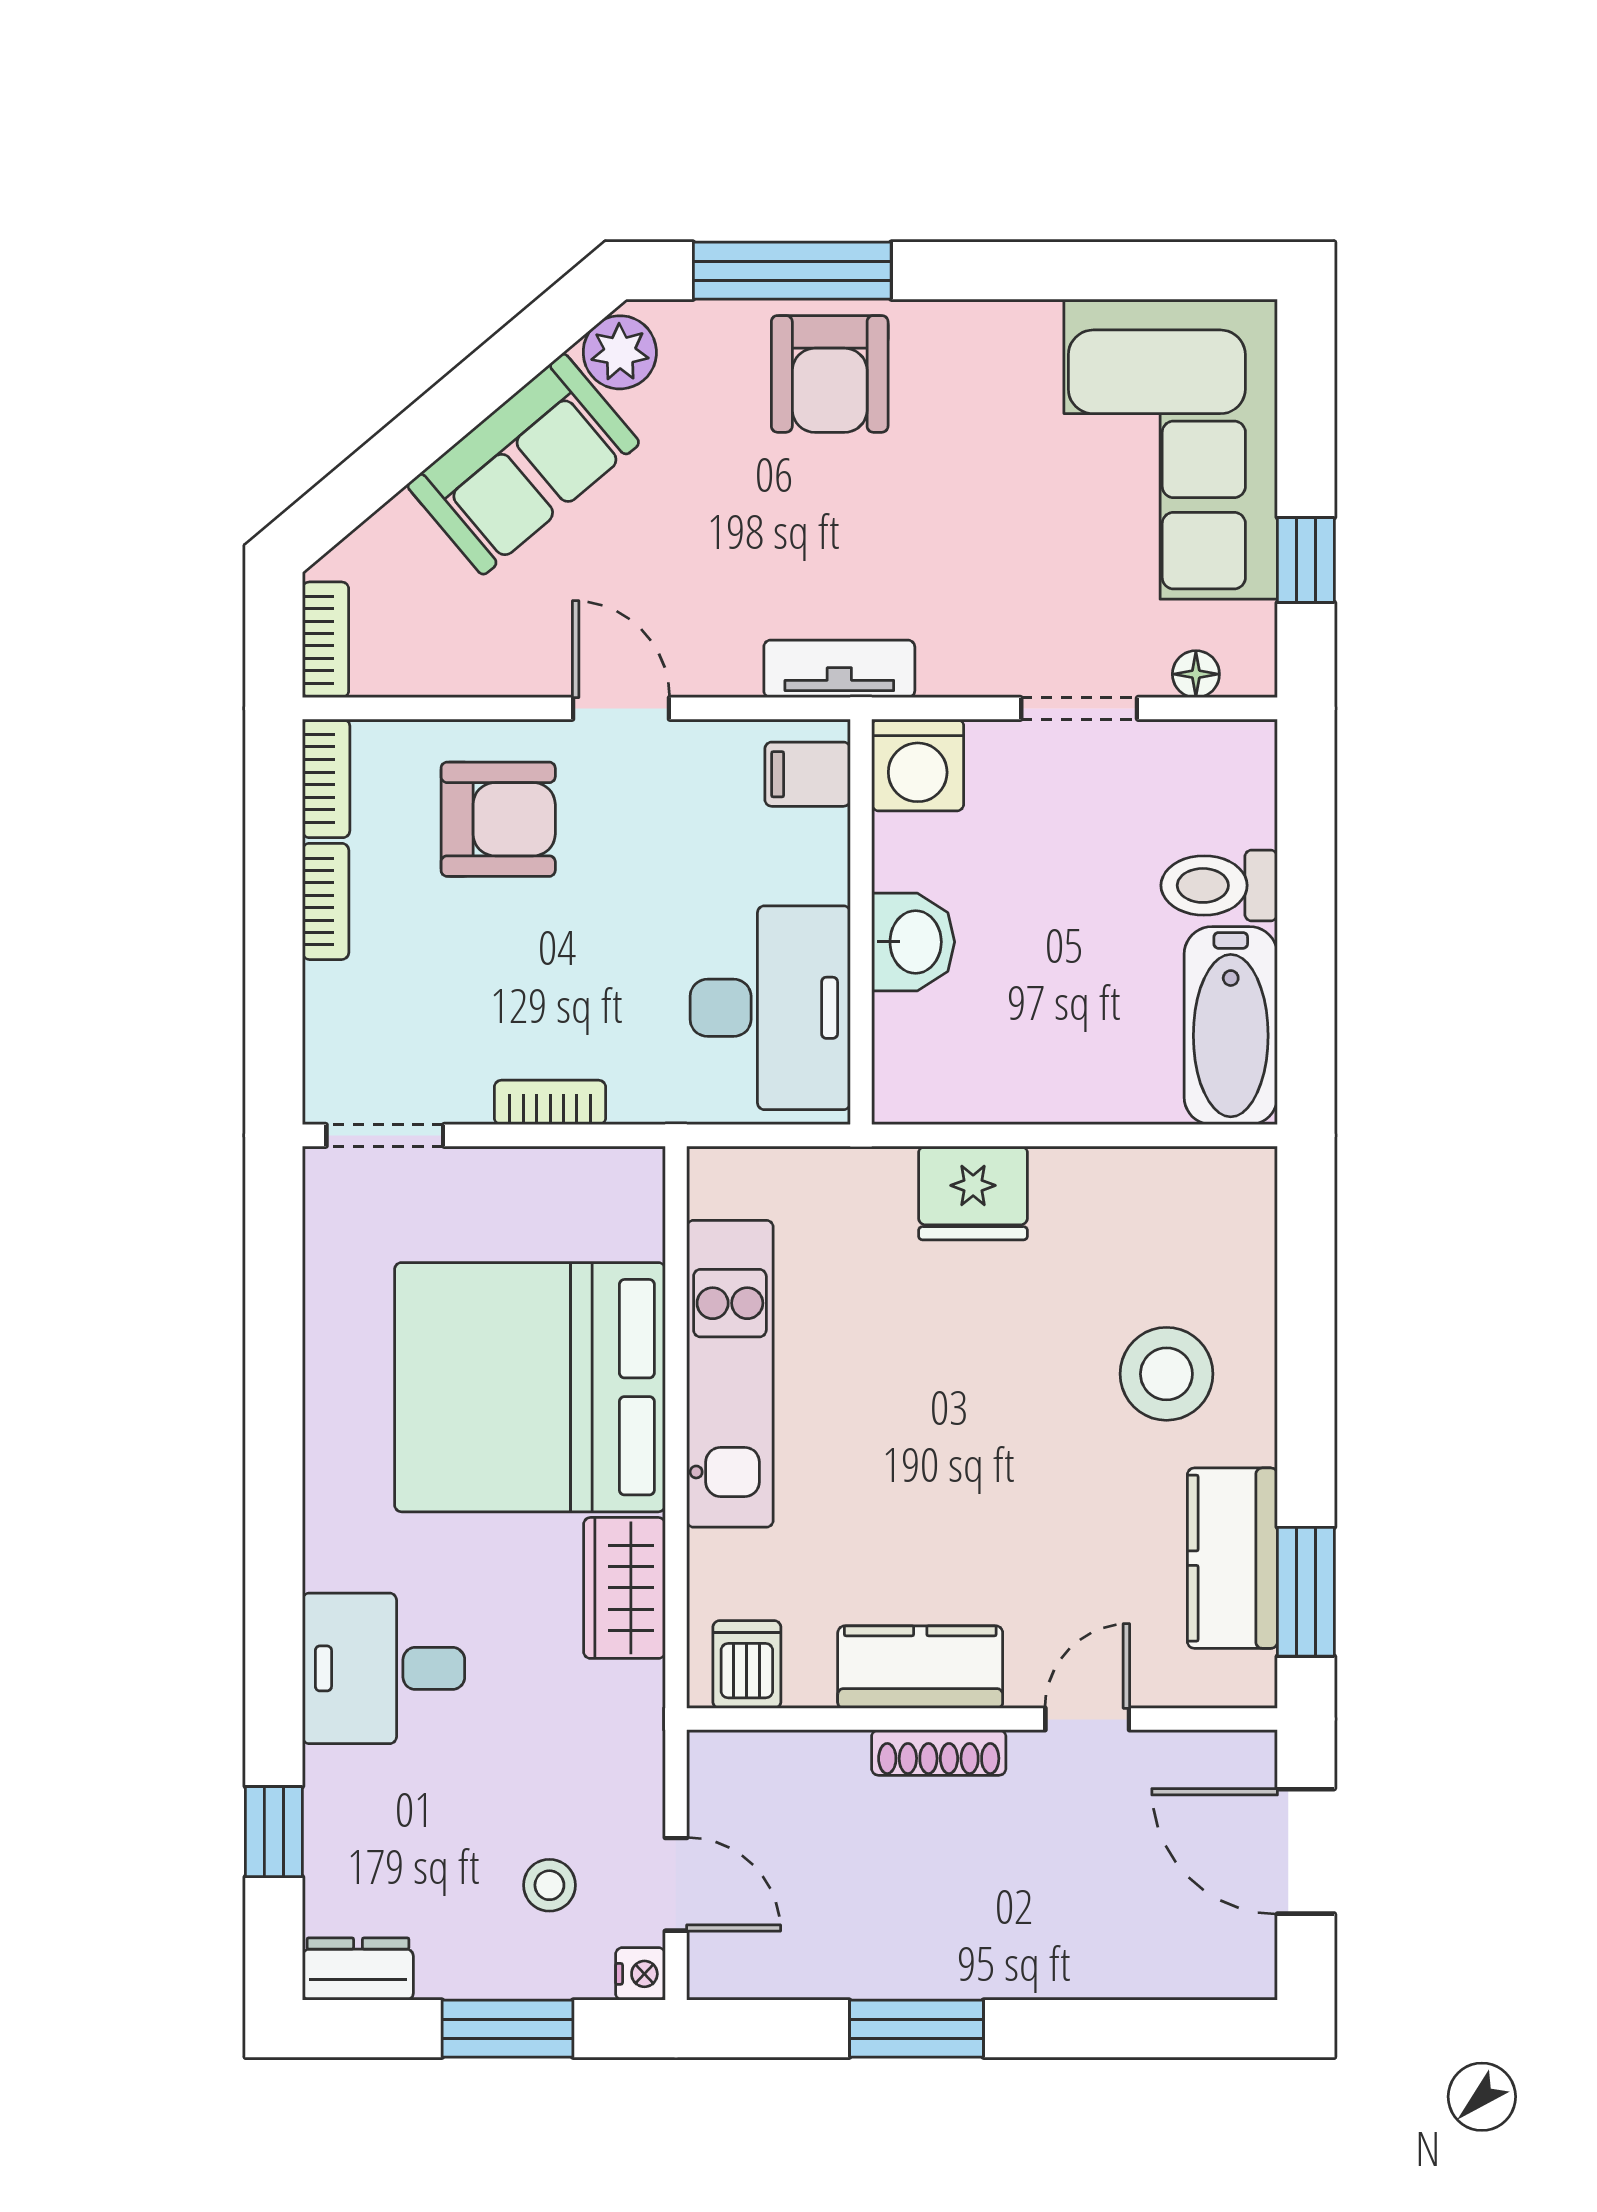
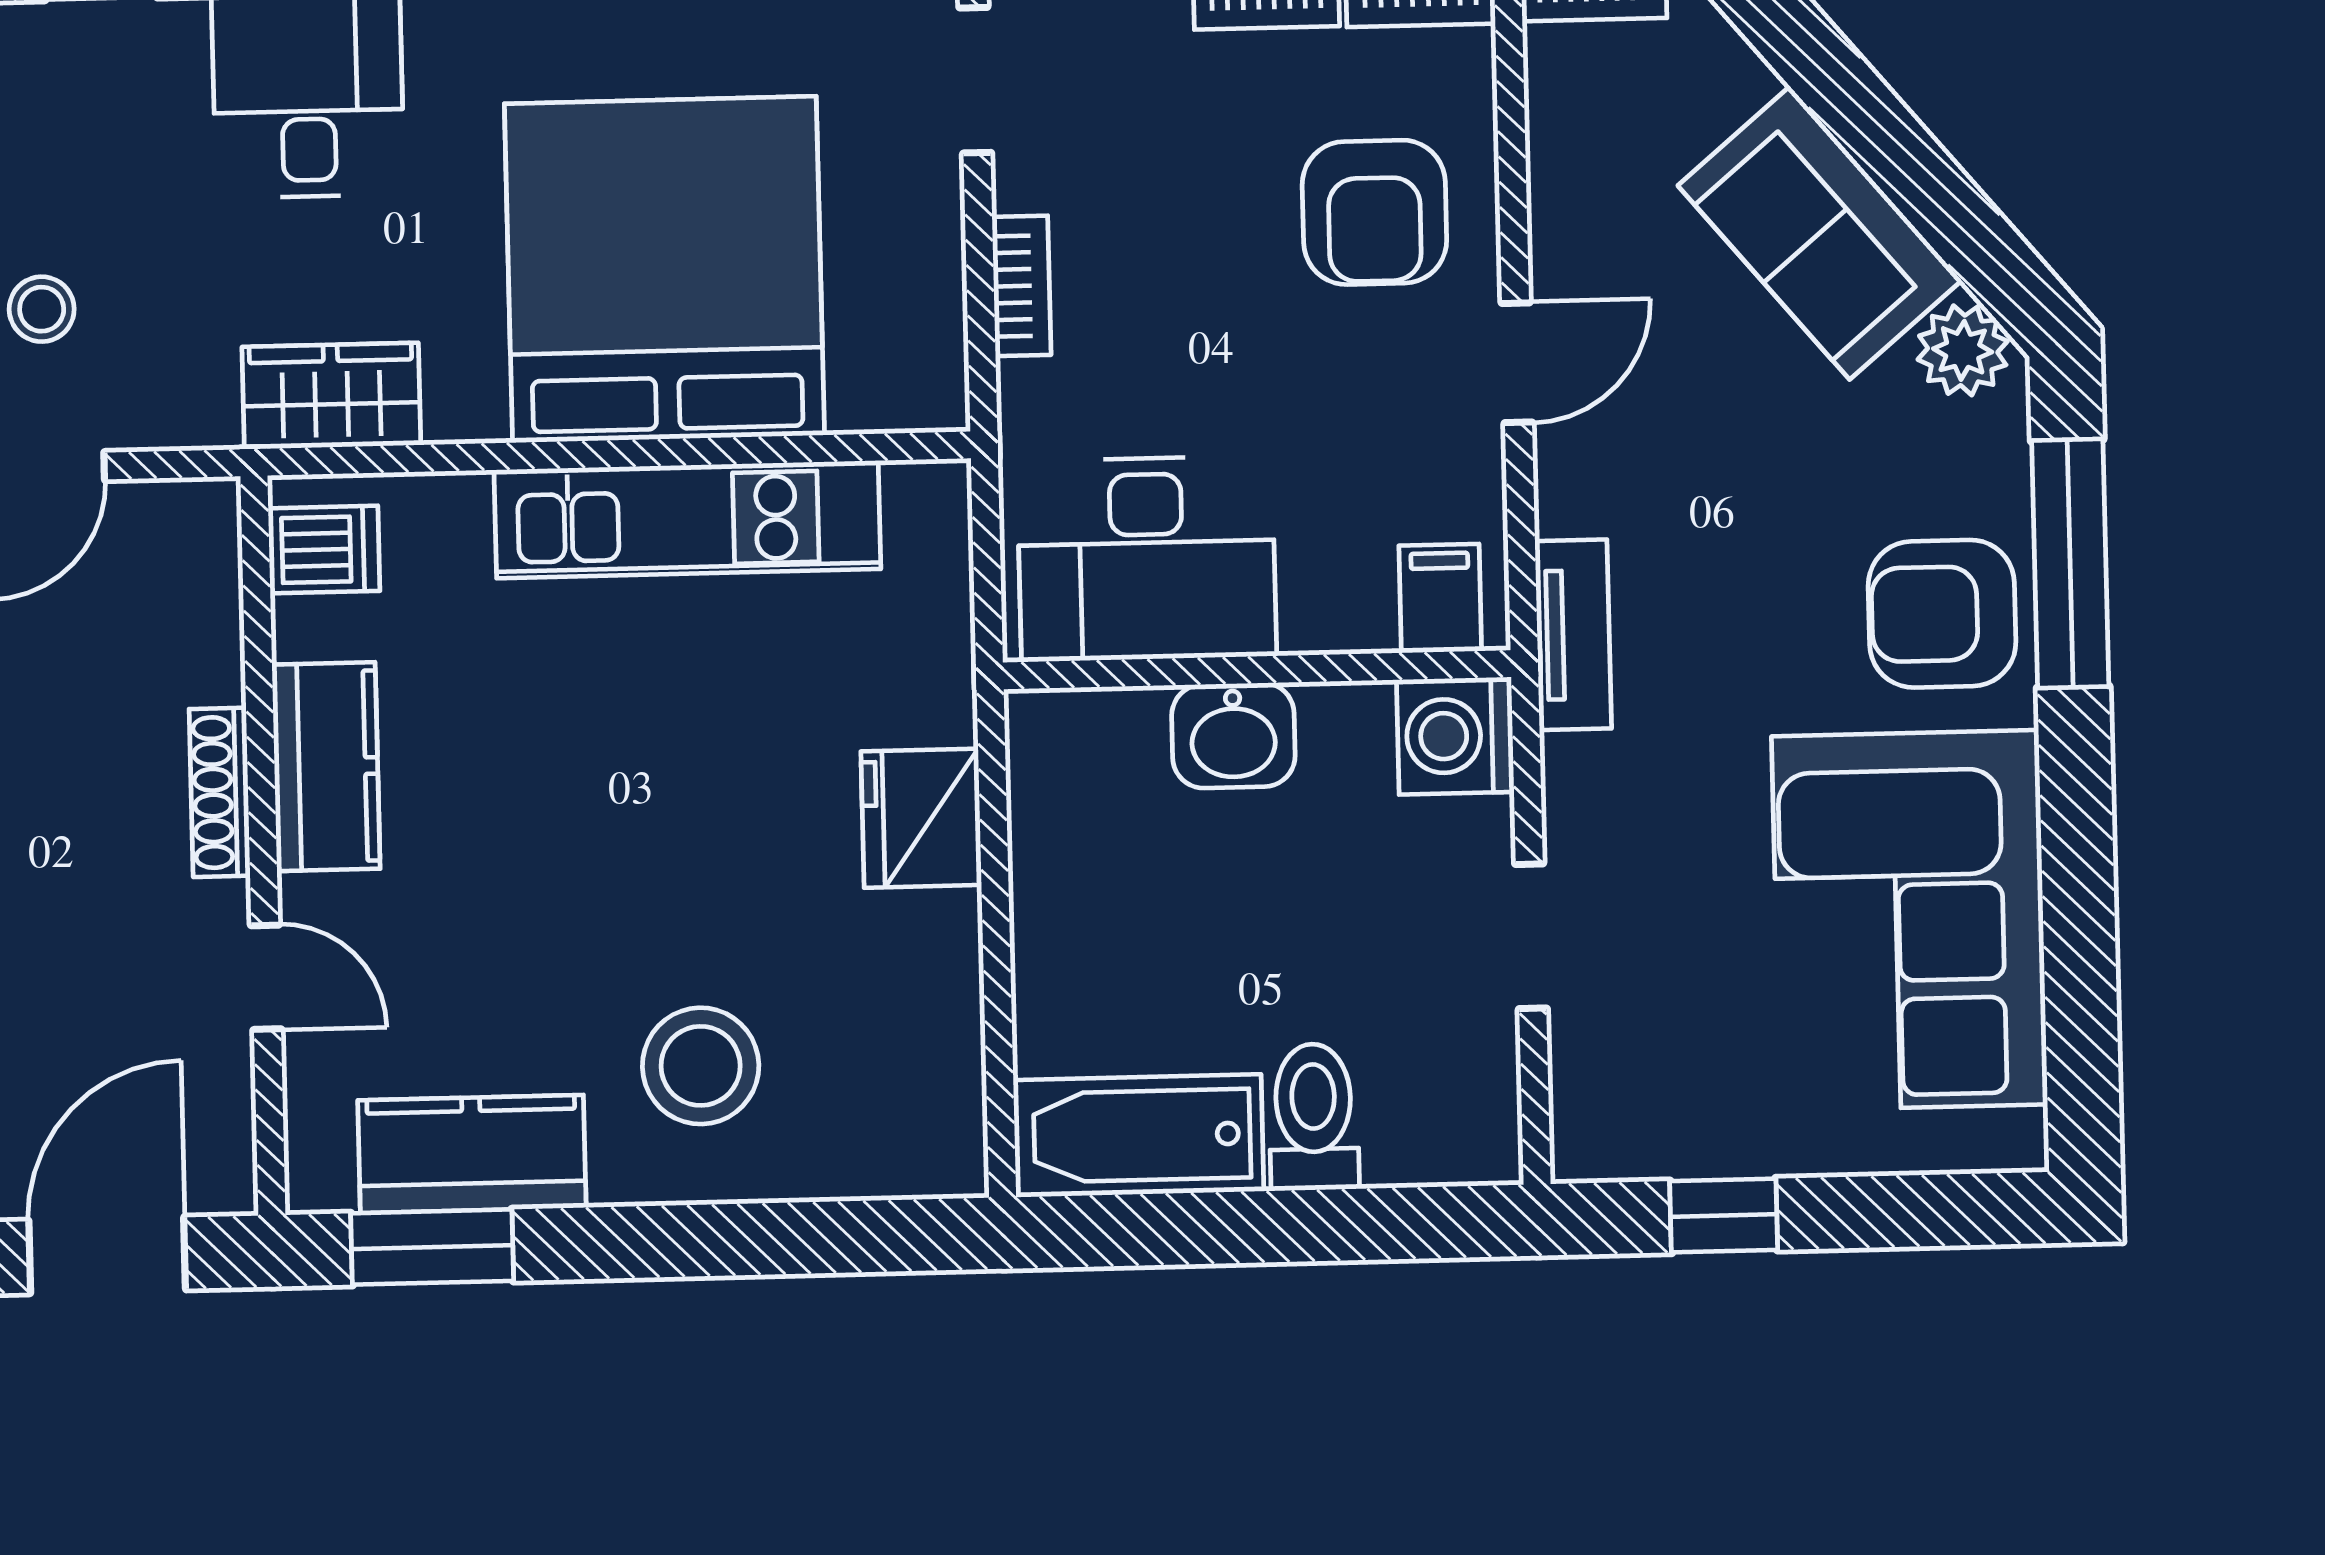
corner sofa: (1171, 450) -> (1910, 920), moved, turned -90
floor lamp: (1196, 674) -> (1577, 1081), removed
wardrobe: (624, 1588) -> (331, 396), moved

